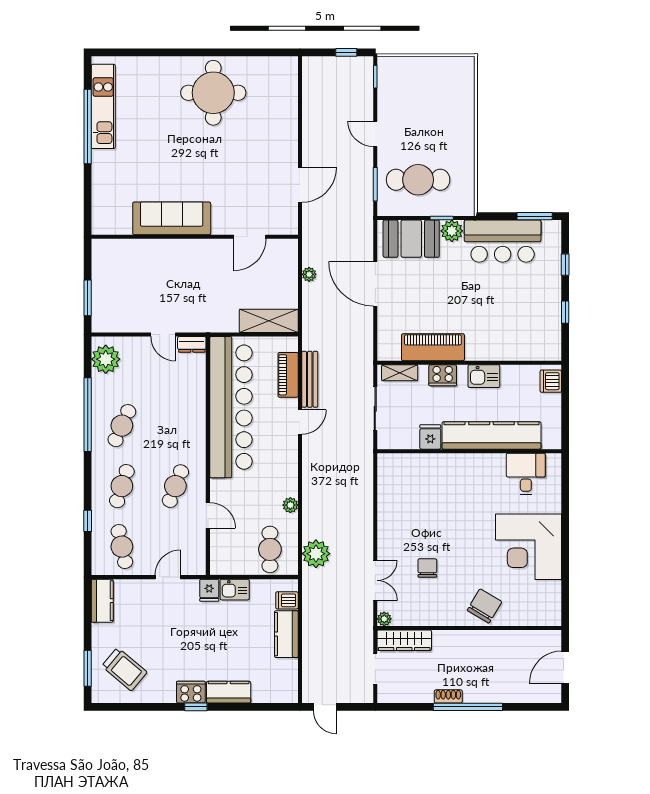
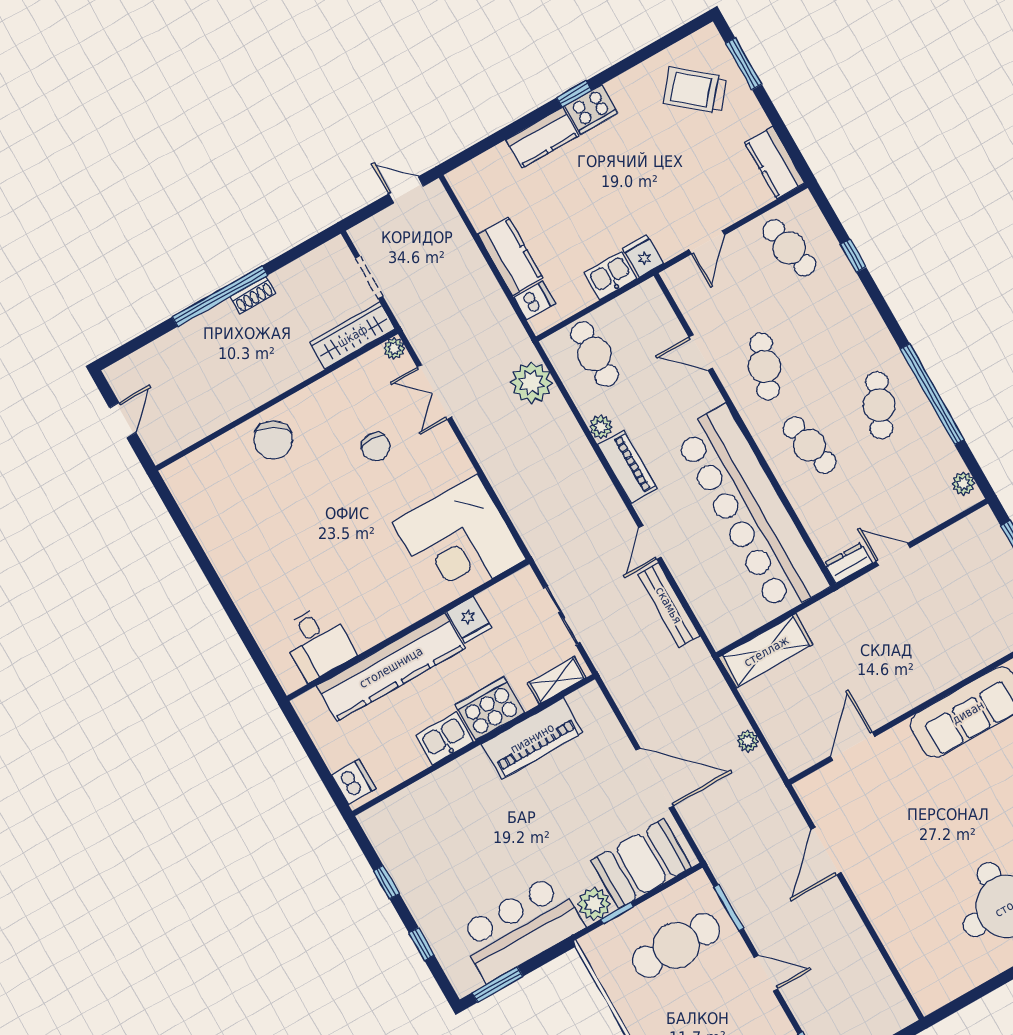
plant: (106, 359) -> (963, 484), width x0.53, depth x0.53
piano: (288, 375) -> (627, 467), moved
cooker: (443, 375) -> (490, 709), width x1.37, depth x1.31
cafe table: (122, 486) -> (809, 445), moved, turned -30
corner desk: (528, 547) -> (459, 541), moved, turned 180
door: (565, 667) -> (123, 420), width x0.73

